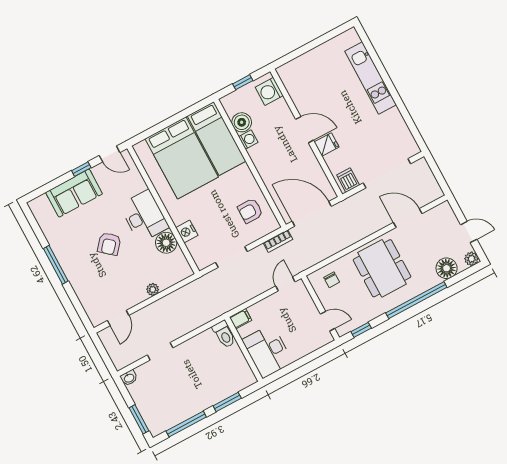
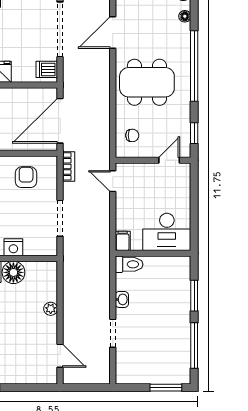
armchair: (250, 211) -> (26, 177), turned 180
floor lamp: (447, 268) -> (185, 16), width x0.53, depth x0.53
washbasin: (129, 378) -> (122, 299), moved

